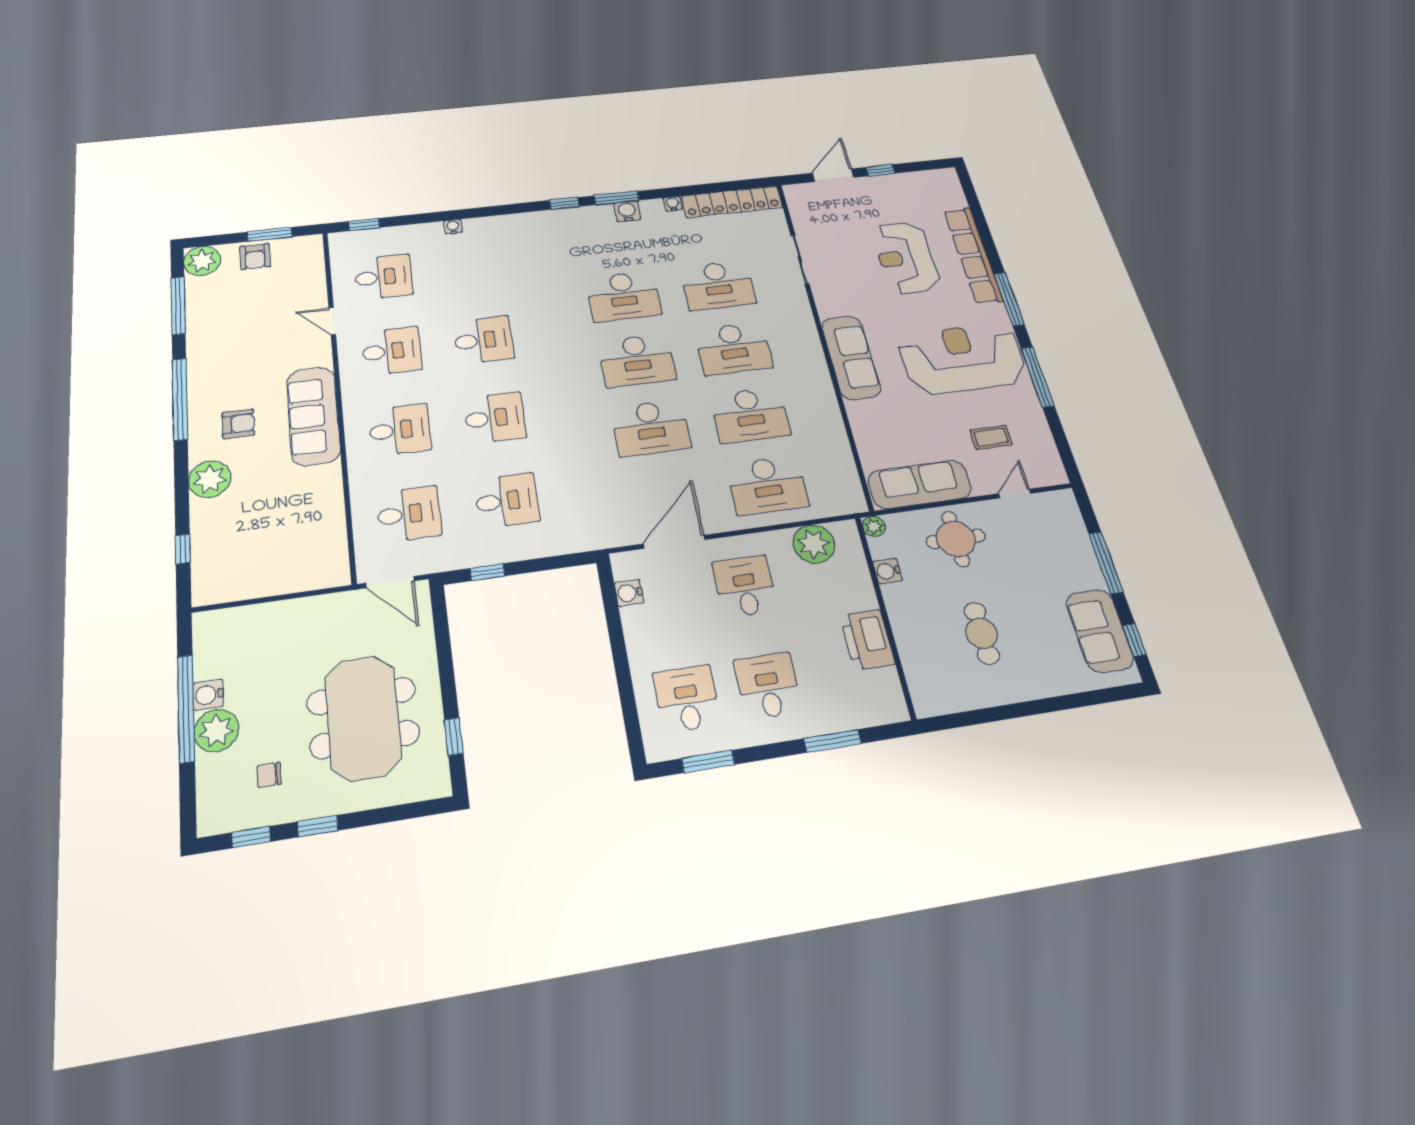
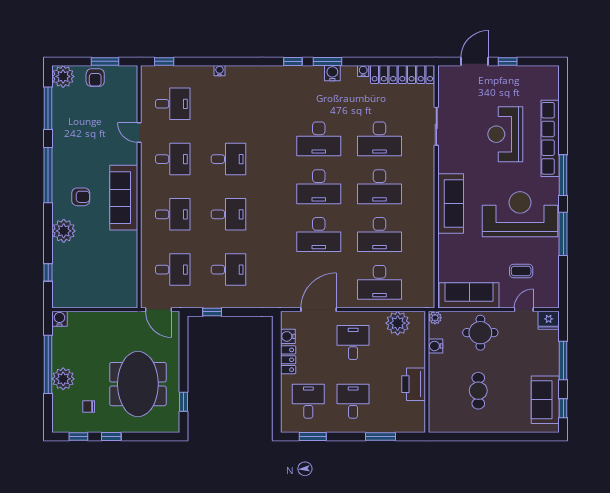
fridge: (1060, 504) -> (549, 320), added
locker: (637, 632) -> (288, 360), added
water cooler: (208, 695) -> (60, 319), moved, turned 90

